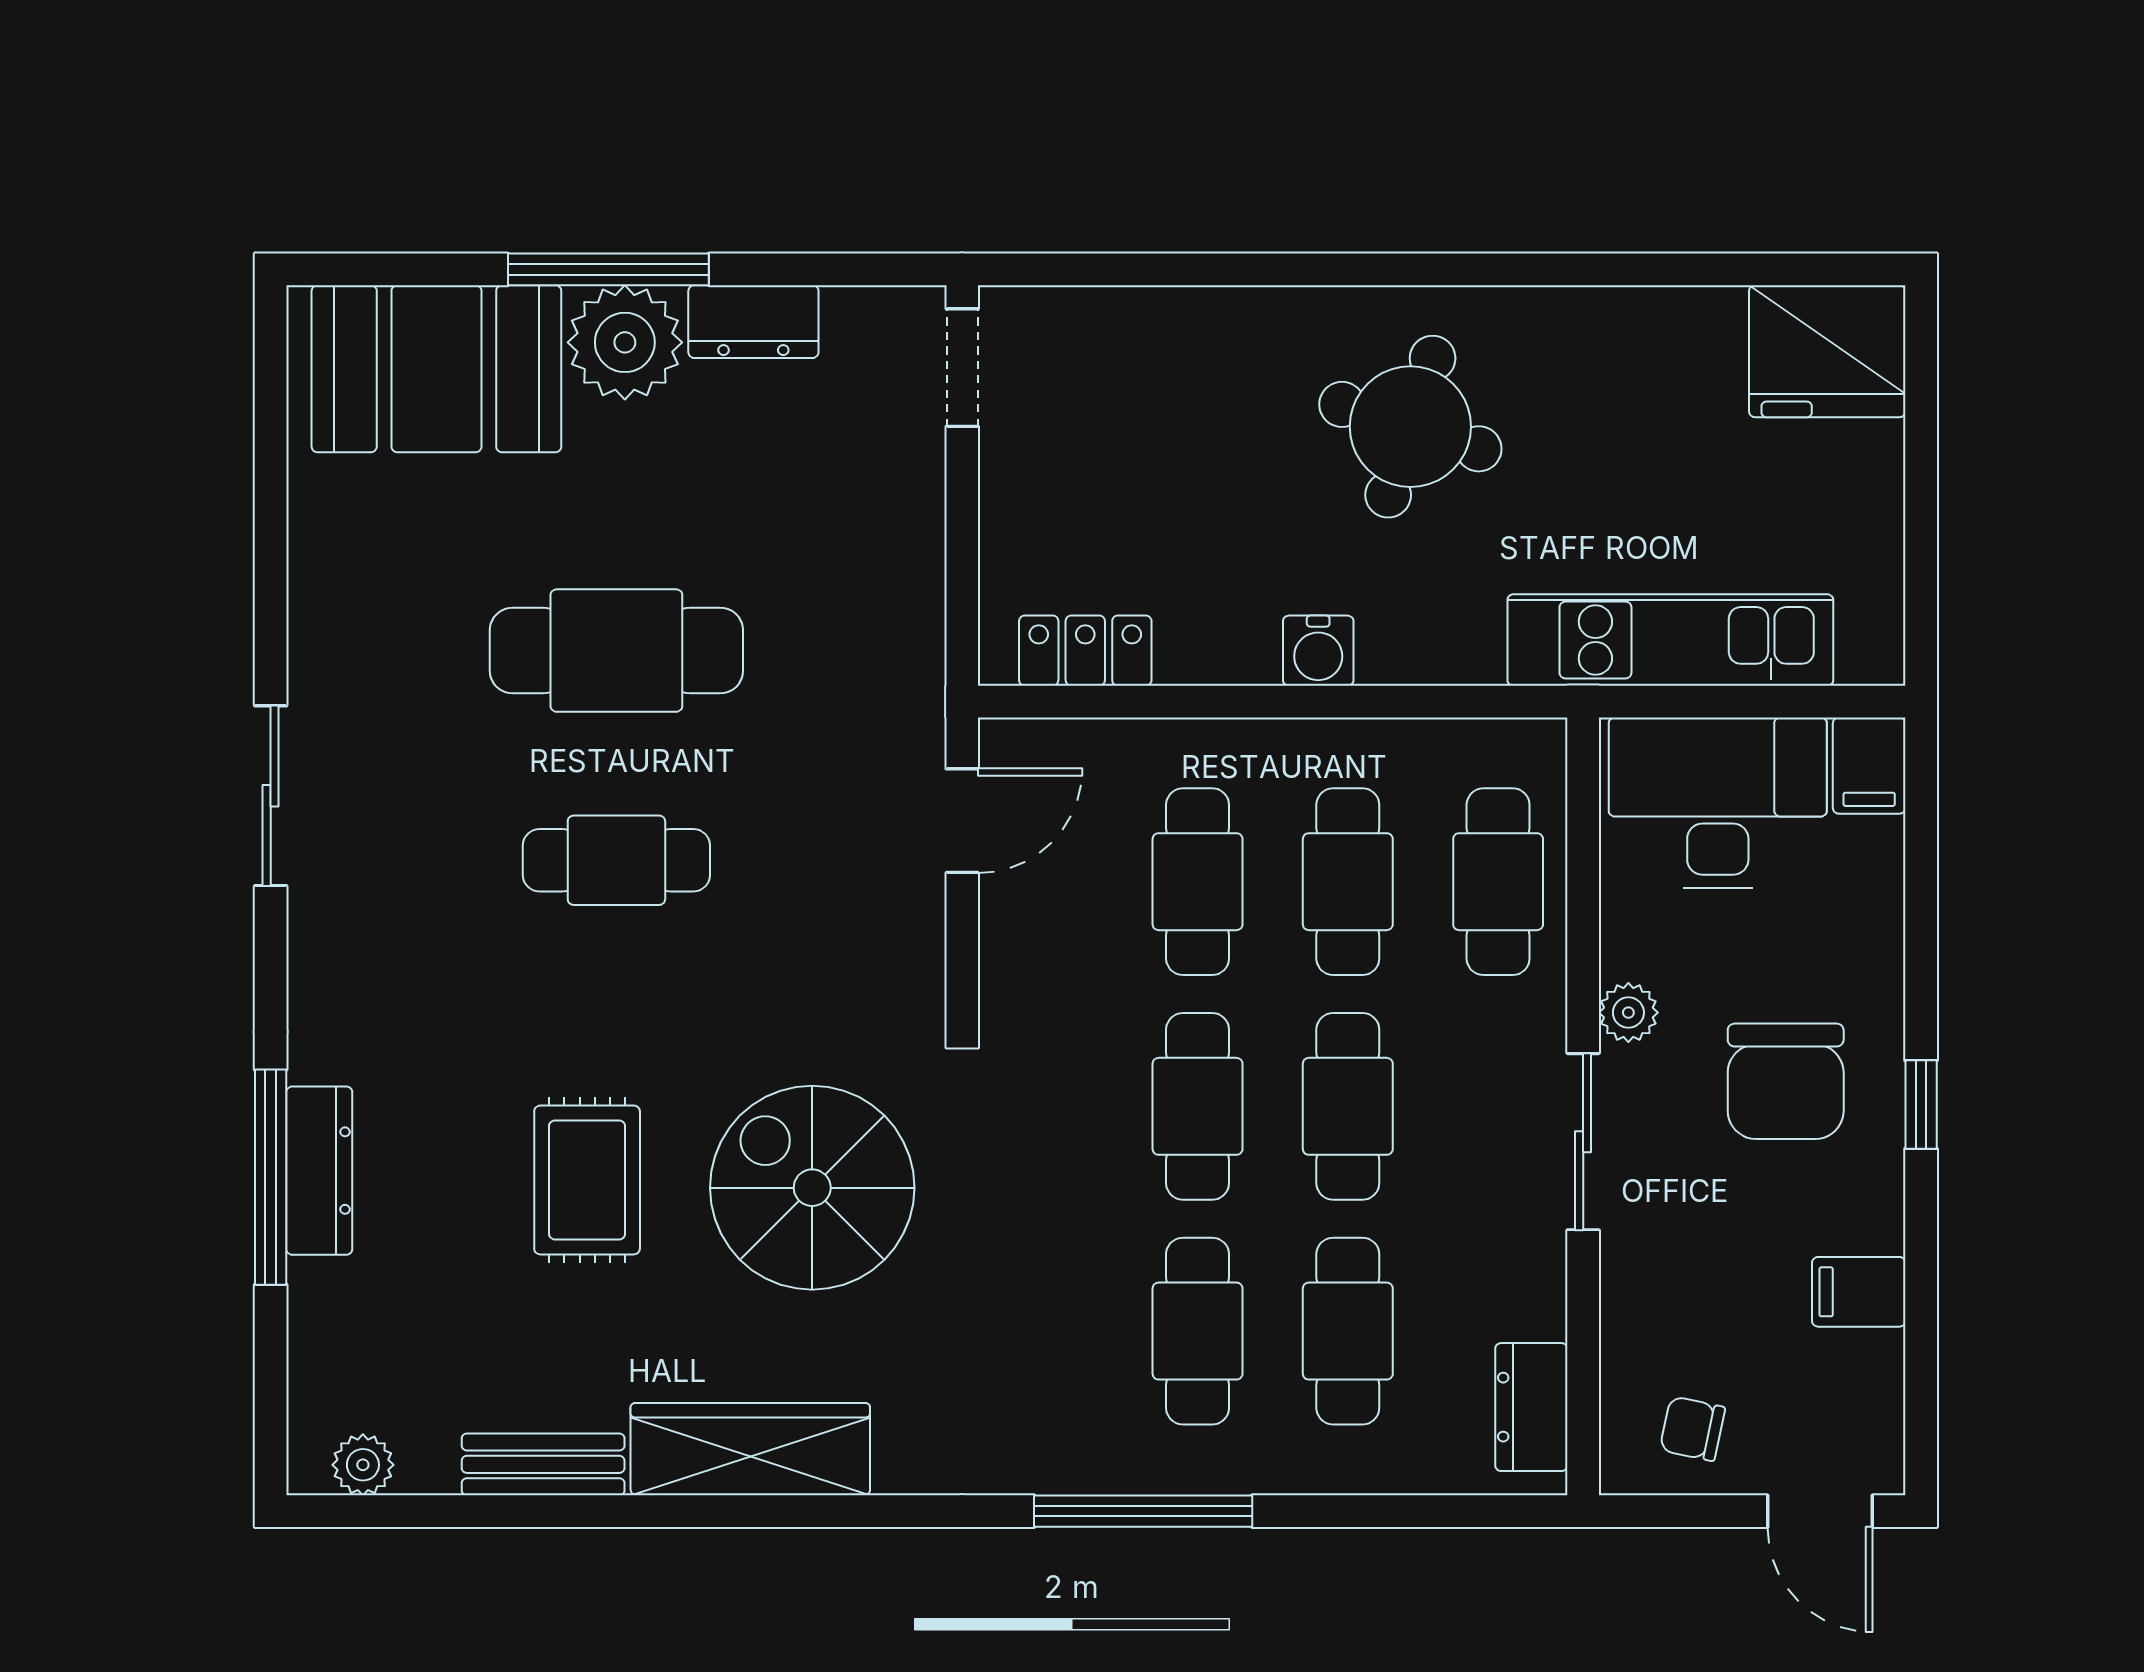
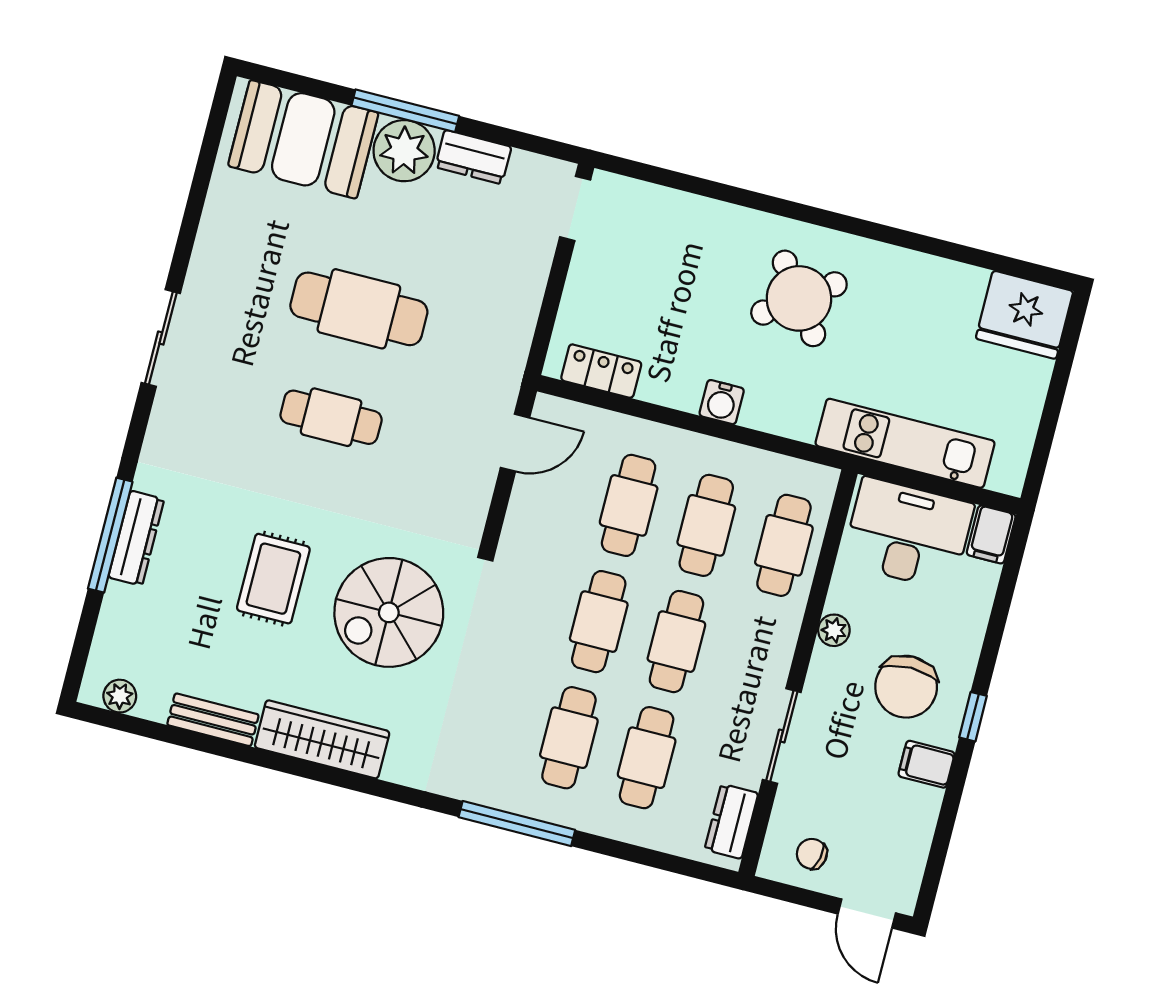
round table: (1410, 427) -> (799, 298), turned 36
sliding door: (1583, 1142) -> (782, 736), moved
spiral stairs: (812, 1188) -> (389, 612), turned -90
filing cabinet: (1859, 1292) -> (926, 764), moved

